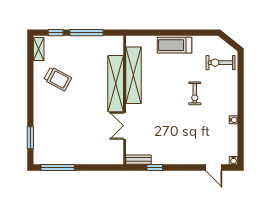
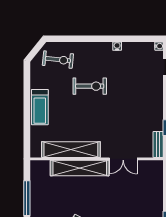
exercise bike: (220, 63) -> (58, 60), turned -84
exercise bike: (195, 93) -> (90, 86), width x1.38, depth x1.39

